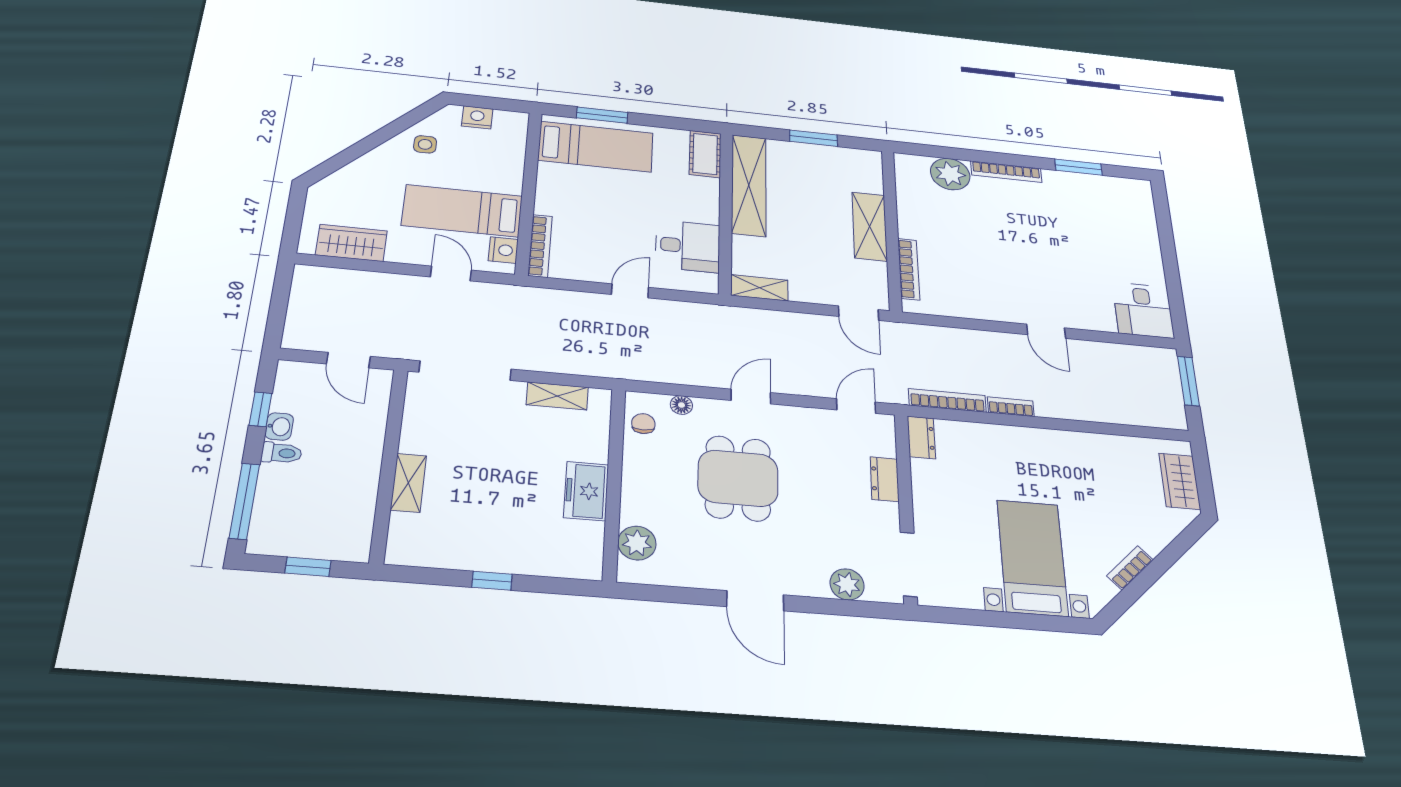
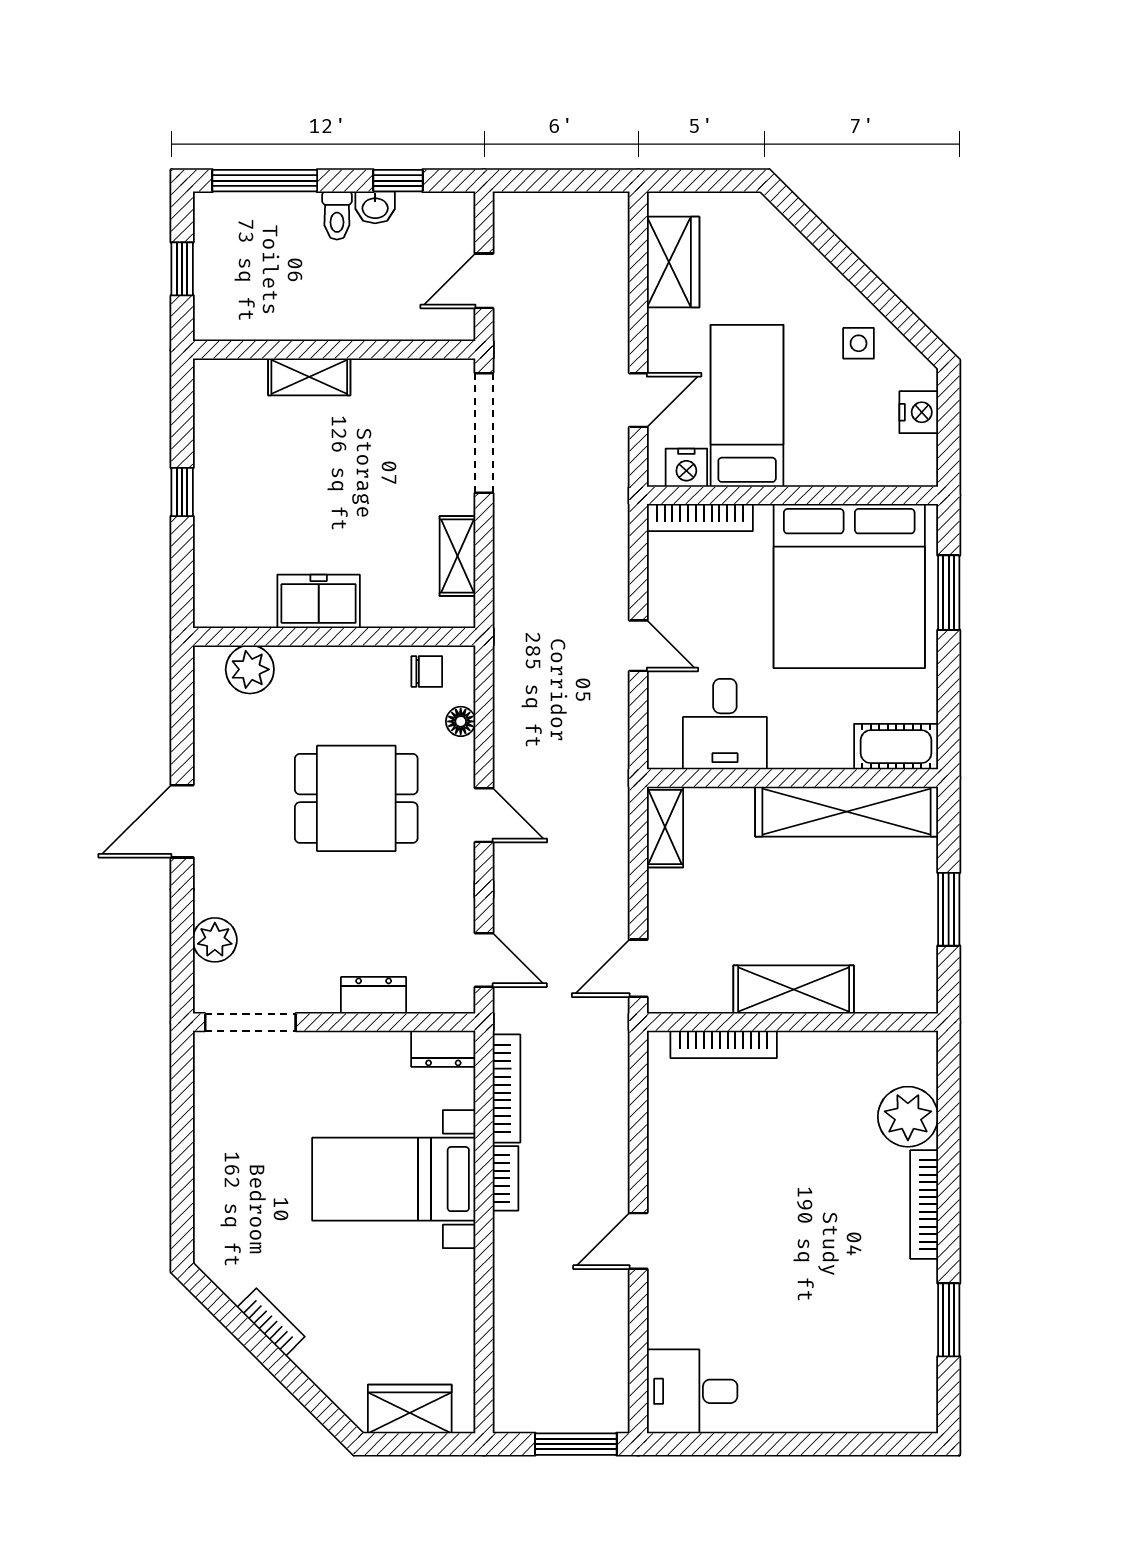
bed: (596, 147) -> (849, 586), width x2.04
bed with nightstands: (1032, 558) -> (394, 1179), moved, turned 180

